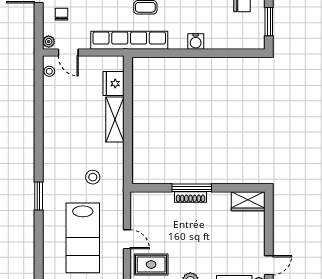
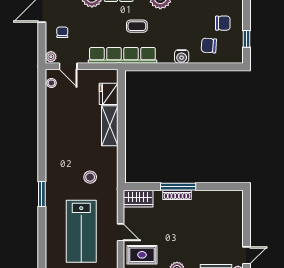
window: (269, 22) -> (247, 39), width x0.67
chair: (226, 29) -> (209, 46), added
wardrobe: (248, 201) -> (138, 199), moved

